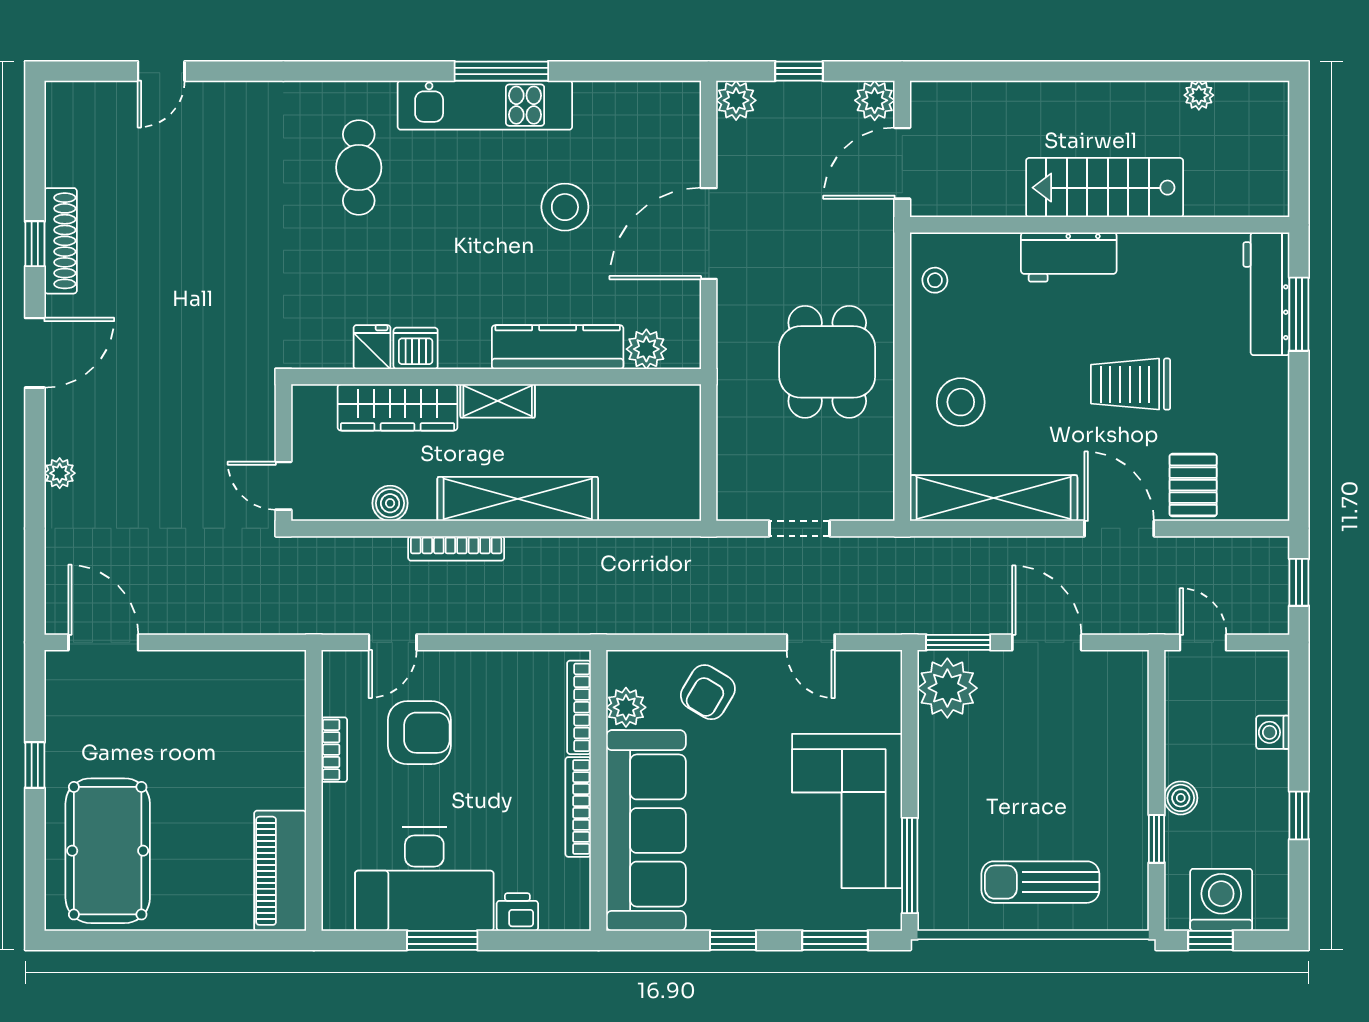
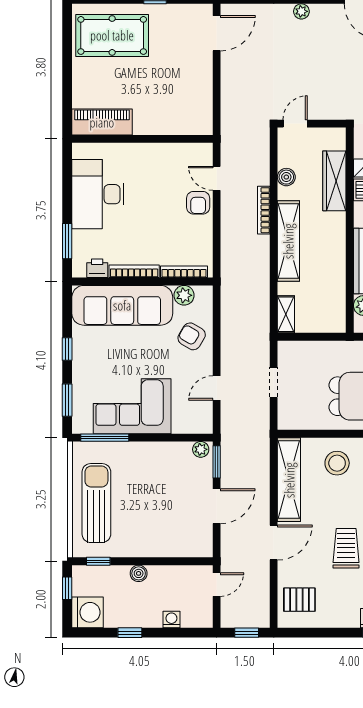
shelving: (498, 401) -> (286, 314), moved
pallet: (1193, 485) -> (299, 600), moved
plant: (947, 688) -> (201, 449), width x0.53, depth x0.53
armchair: (419, 733) -> (198, 203), moved, width x0.72, depth x0.72
bookcase: (334, 750) -> (163, 149), removed
window: (1157, 839) -> (98, 561), moved
sun lounger: (1040, 882) -> (96, 503), width x1.36, depth x1.34
washing machine: (1221, 900) -> (87, 612), moved
printer: (517, 912) -> (97, 268), moved, turned -90
window: (442, 940) -> (67, 241), moved

